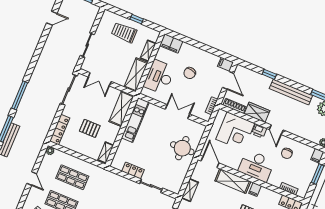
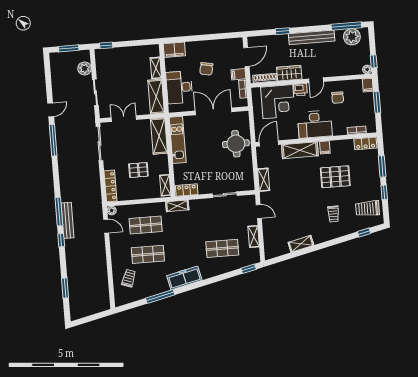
door: (52, 18) -> (51, 110), moved
window: (137, 19) -> (106, 45), moved
plant: (88, 21) -> (85, 68), added
trolley: (124, 33) -> (124, 62), removed
filing cabinet: (225, 64) -> (238, 74), moved
double door: (100, 79) -> (124, 119), swing flipped
door: (228, 80) -> (246, 57), hinge flipped
window: (20, 95) -> (53, 140), moved
double door: (178, 112) -> (214, 111), width x1.37
door: (276, 130) -> (316, 80), hinge flipped
door: (210, 162) -> (269, 143), hinge flipped
locker: (133, 171) -> (187, 190), moved
shelving: (107, 175) -> (177, 206), added
door: (32, 178) -> (106, 226), moved

